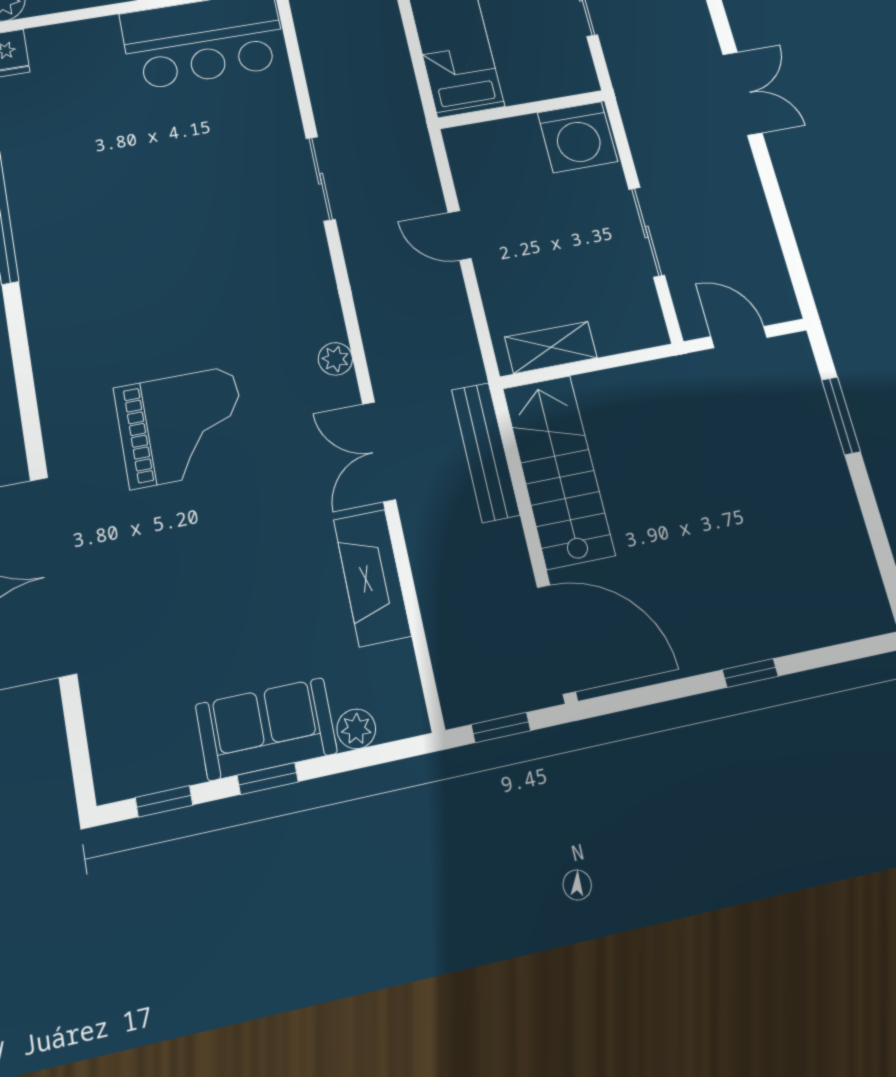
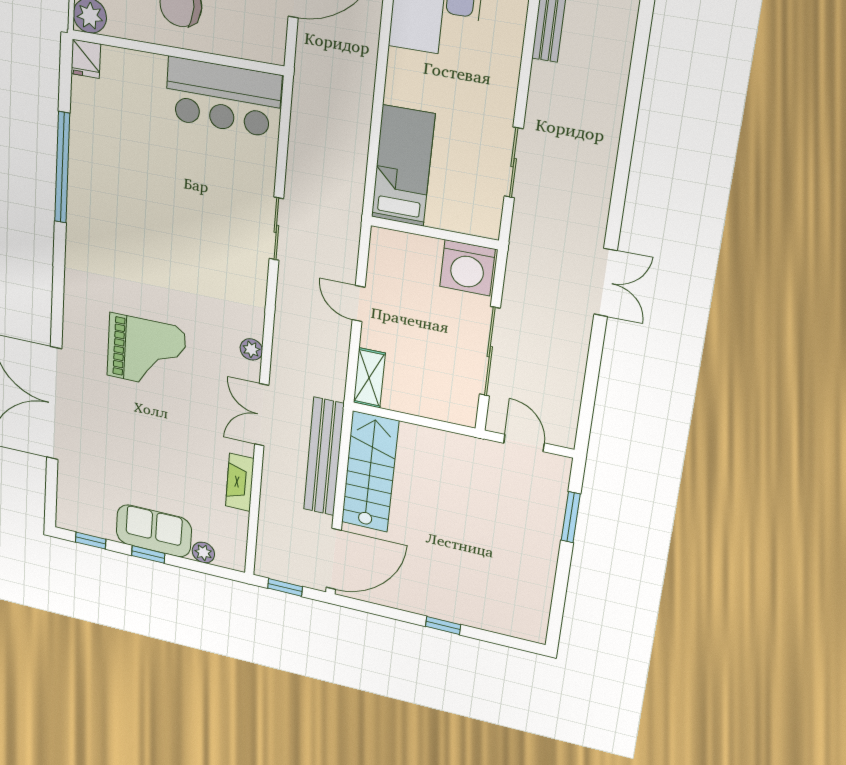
sliding door: (647, 232) -> (490, 352), width x1.37
shelving: (551, 347) -> (369, 378), moved, turned 90
bench: (485, 452) -> (324, 457), width x1.37, depth x1.21
fireplace: (372, 578) -> (240, 482), width x0.73, depth x0.76
door: (556, 639) -> (334, 559), hinge flipped

